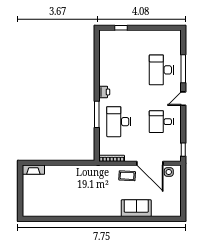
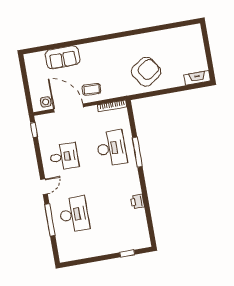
printer: (104, 92) -> (137, 202), moved
armchair: (77, 183) -> (146, 72), added
sofa: (136, 208) -> (63, 57), moved

